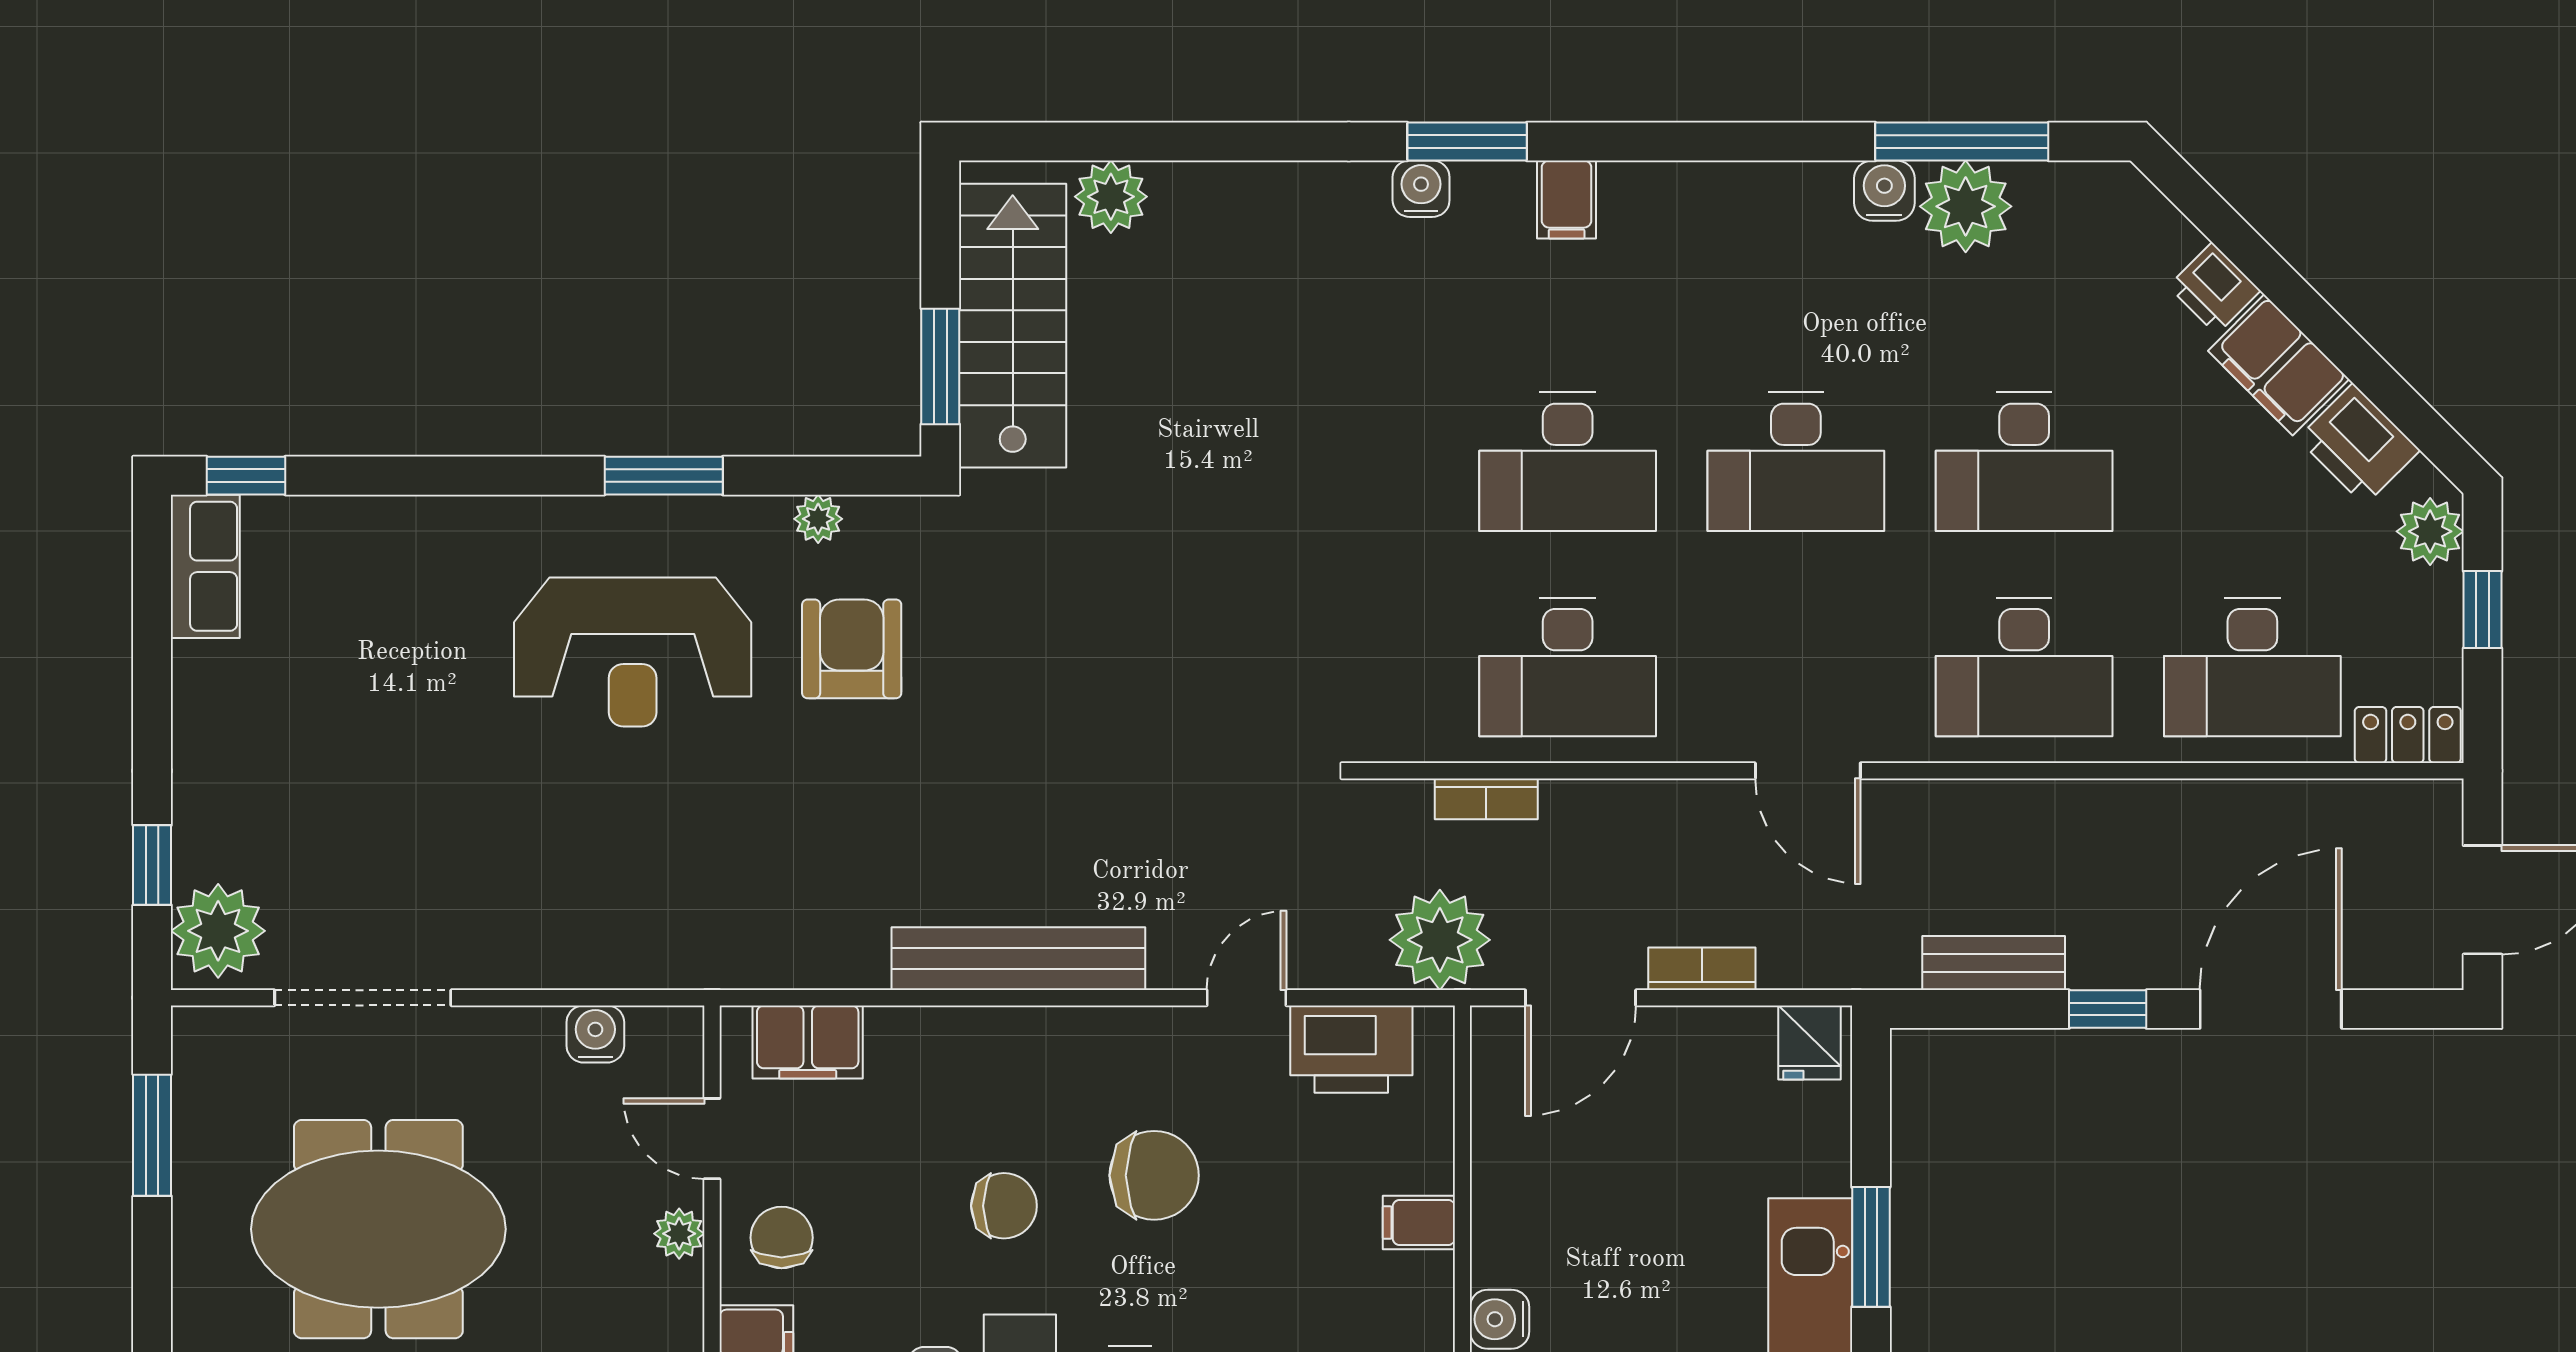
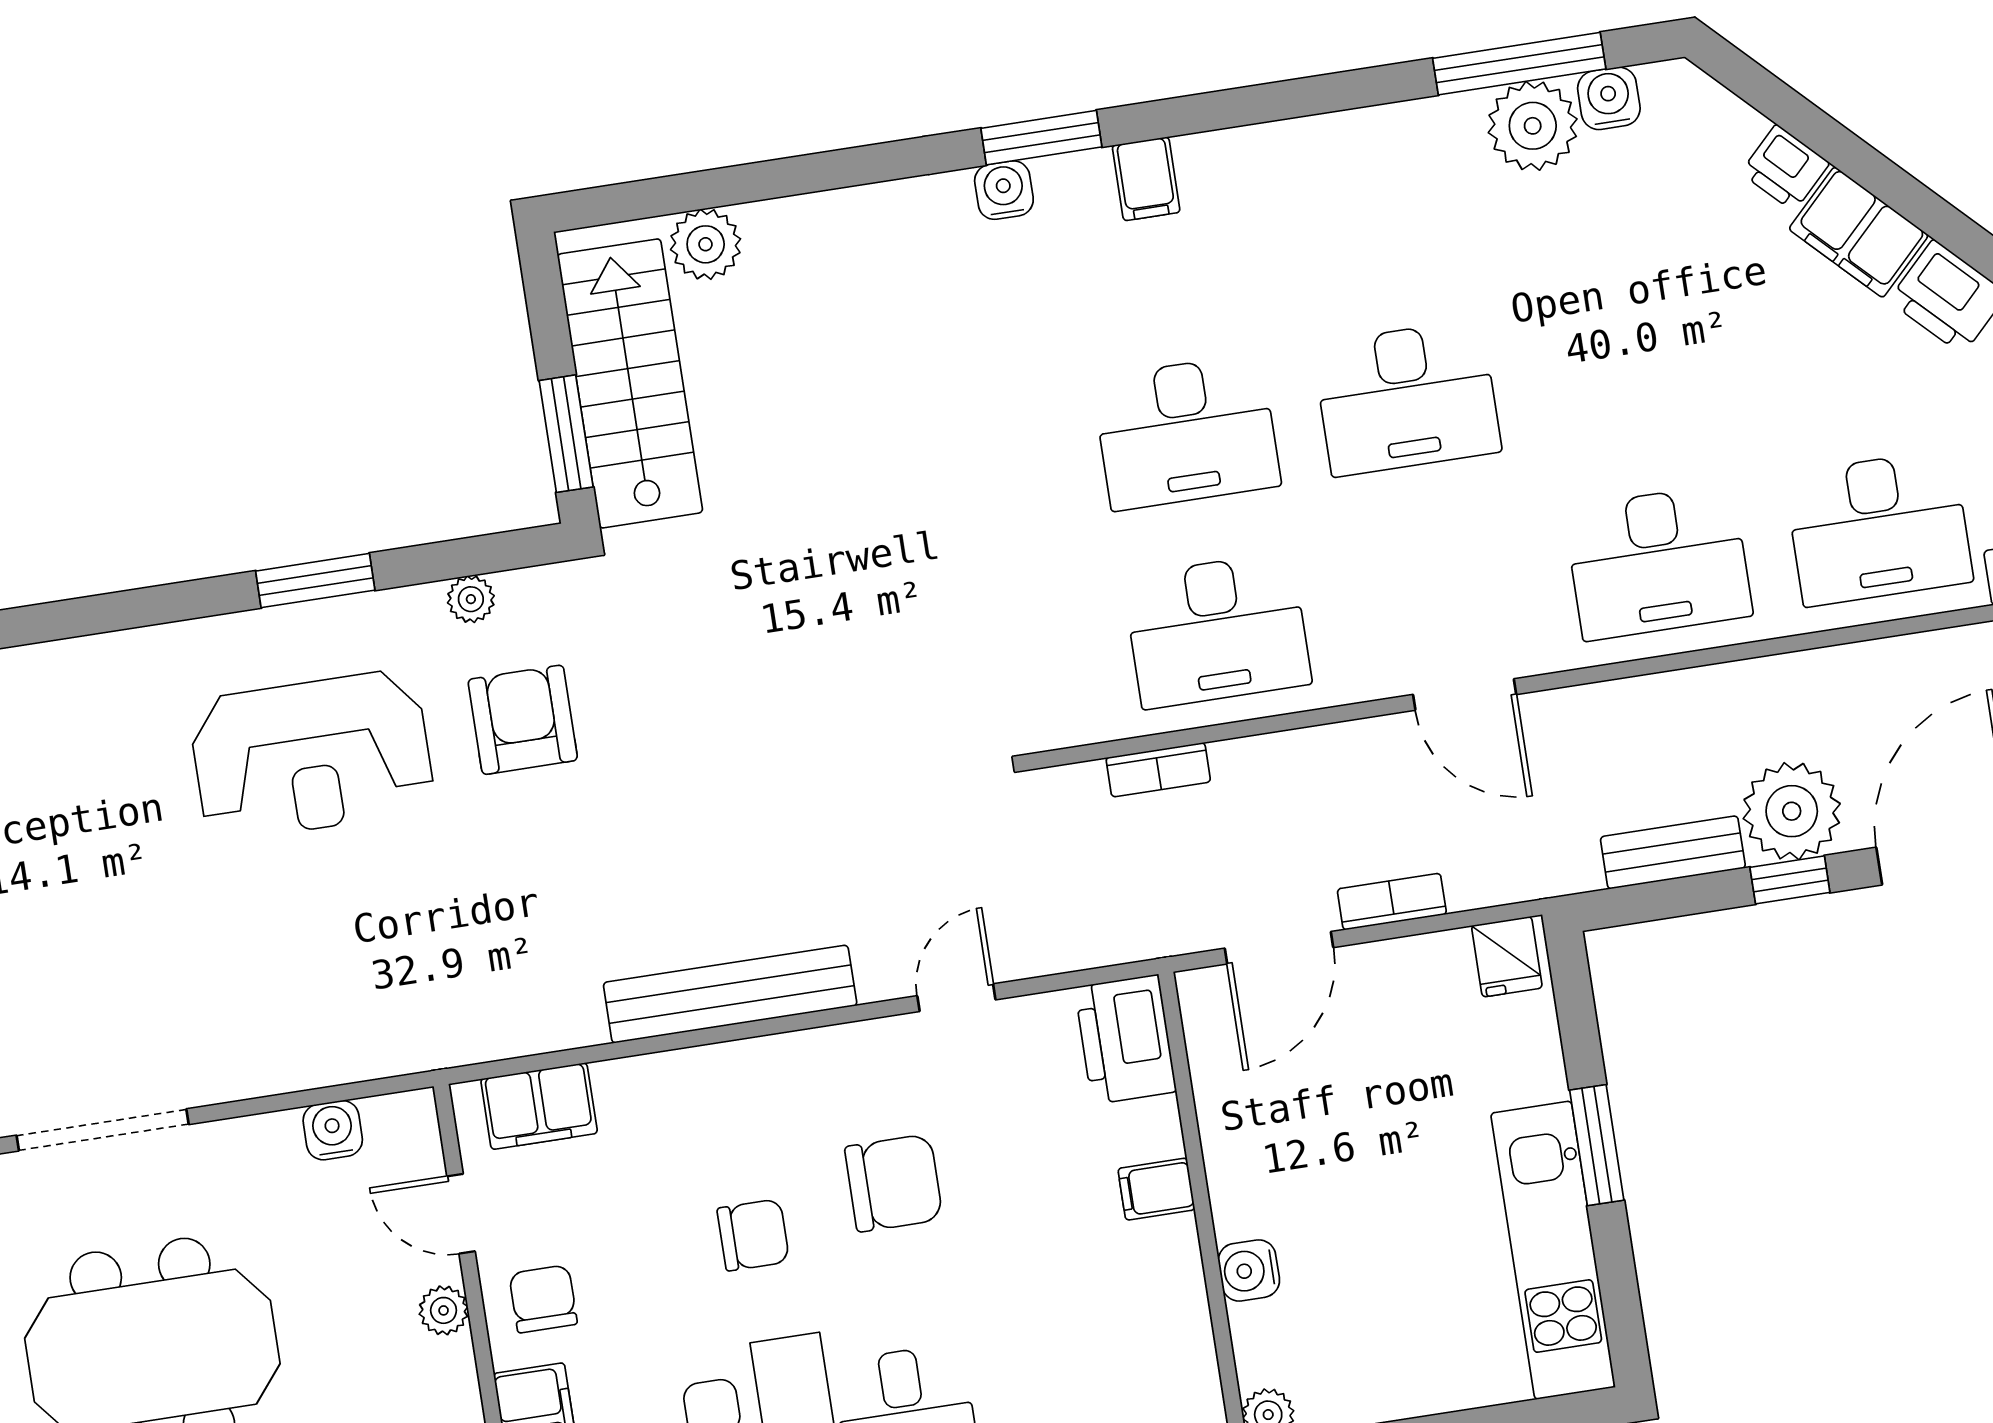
water cooler: (1884, 191) -> (1609, 98), moved
desk: (2024, 462) -> (1627, 364), removed
plant: (1440, 940) -> (1792, 811), moved
printer: (1351, 1049) -> (1125, 1039), moved, turned 90

